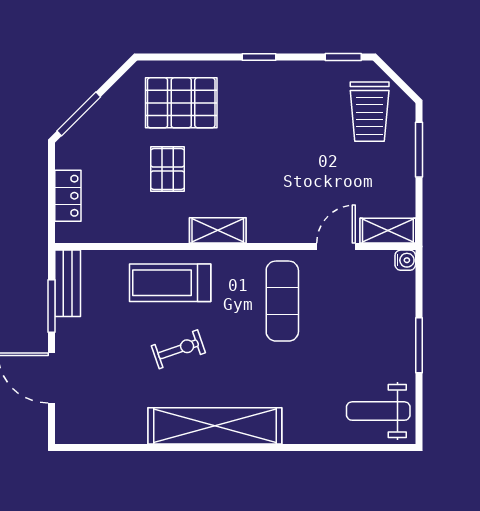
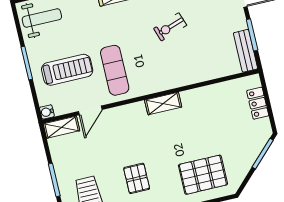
pallet: (167, 169) -> (137, 178), moved
treadmill: (170, 283) -> (67, 70), moved

